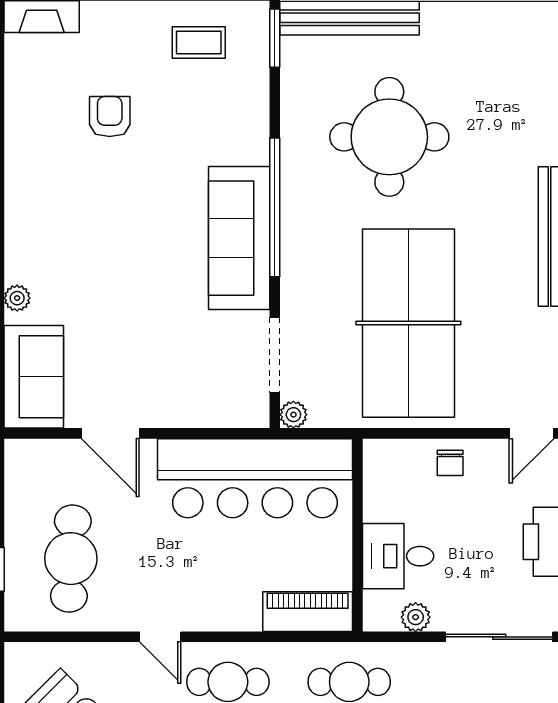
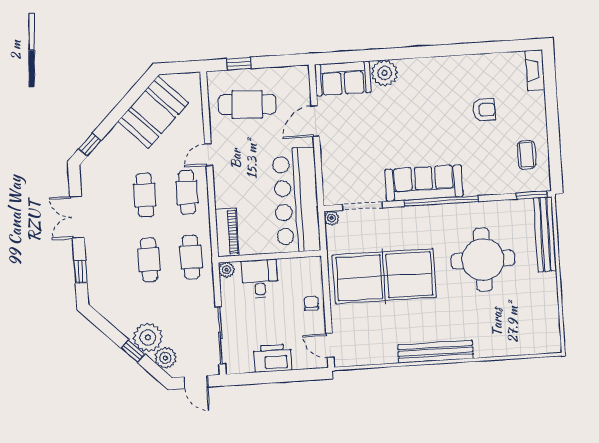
plant: (17, 298) -> (385, 73), width x1.88, depth x1.88
chair: (450, 463) -> (311, 303), turned 90
plant: (416, 617) -> (227, 270), moved

